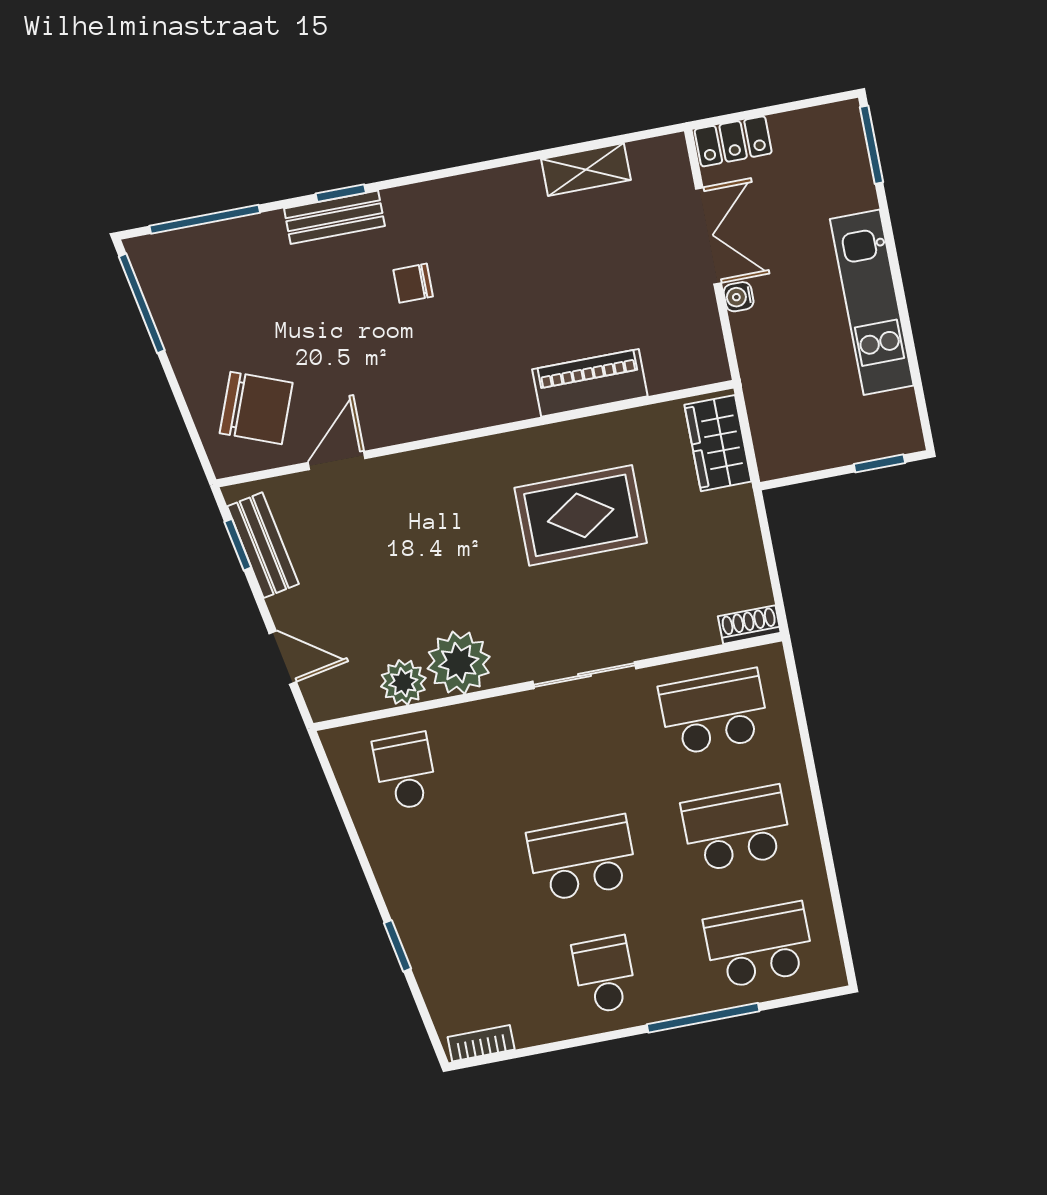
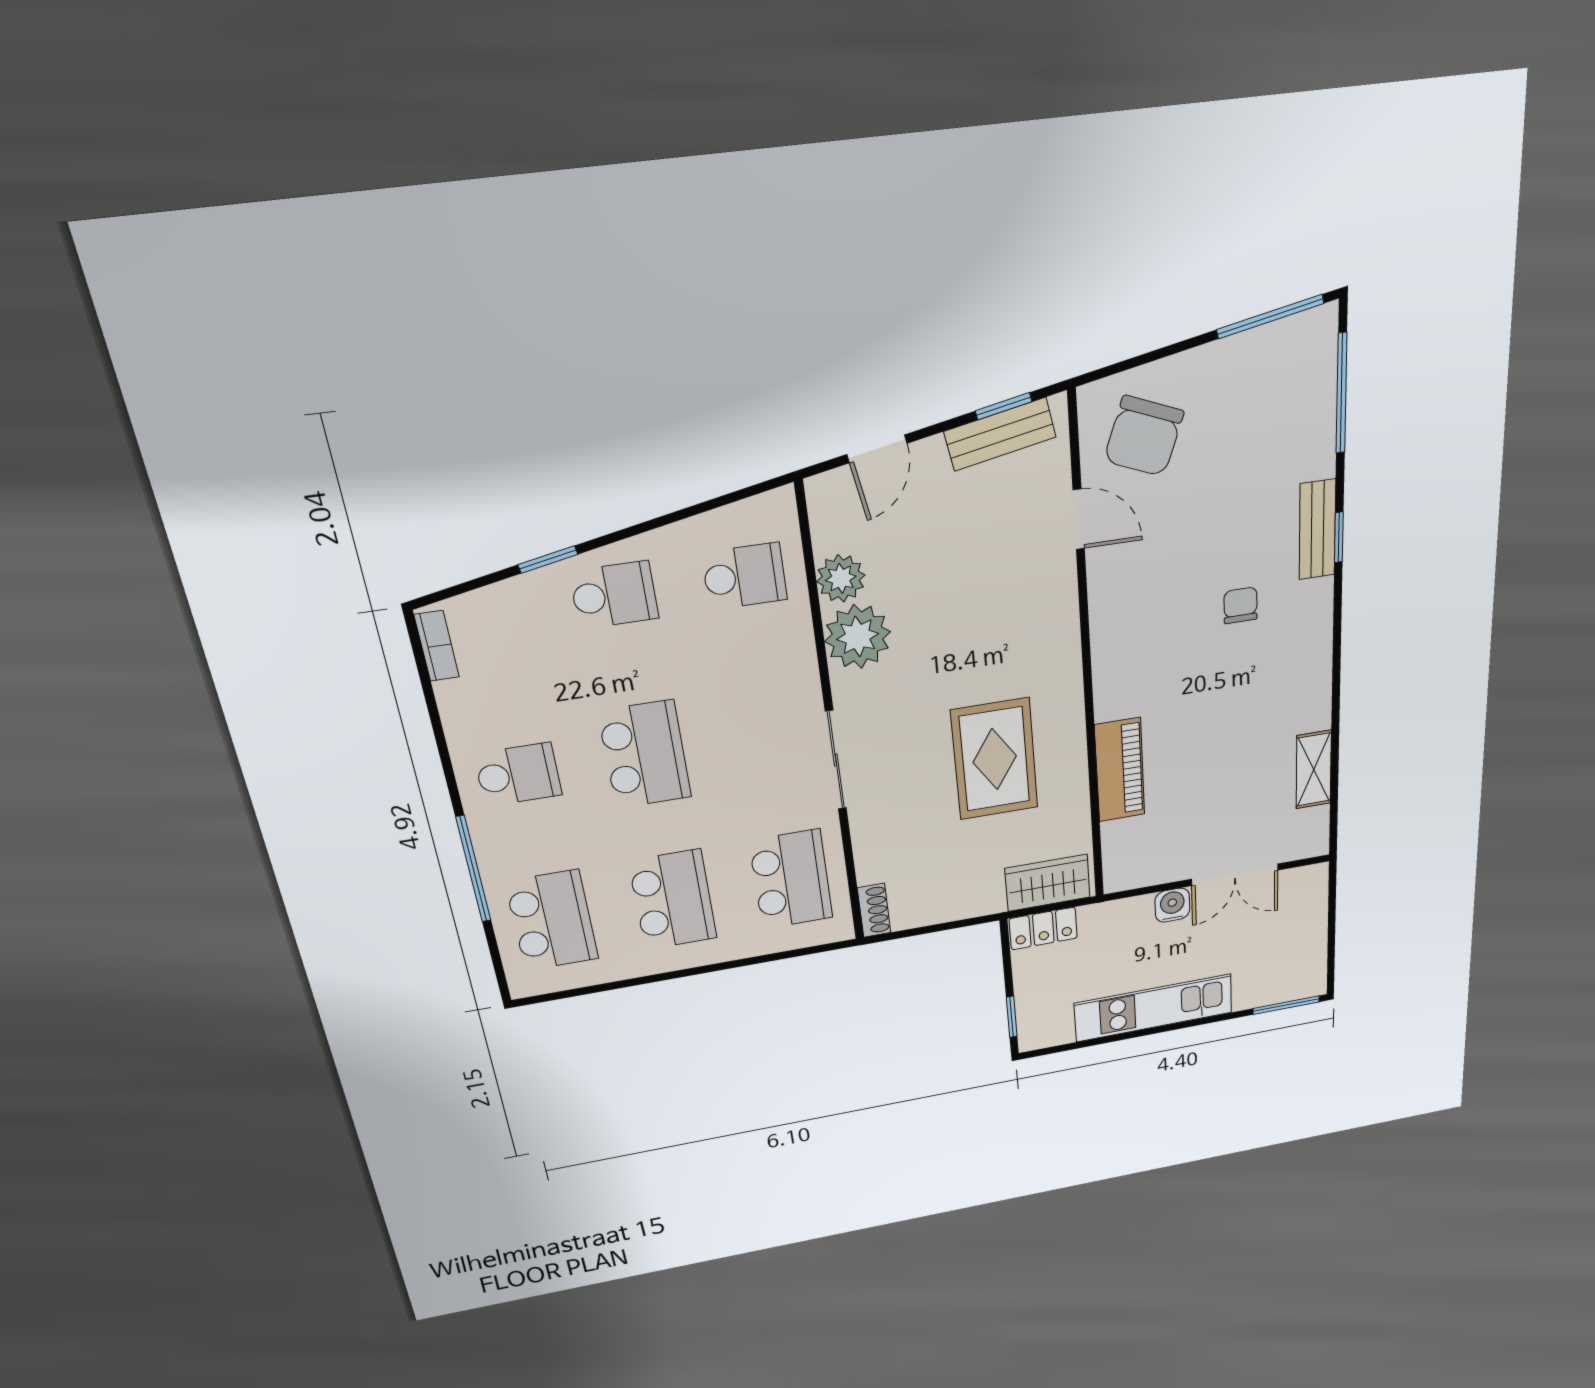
locker: (733, 141) -> (1043, 928), moved, turned -90
water cooler: (739, 297) -> (1172, 905), width x1.38, depth x1.38
school desk: (428, 888) -> (614, 595), added

